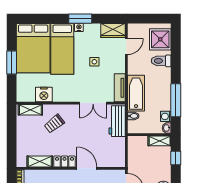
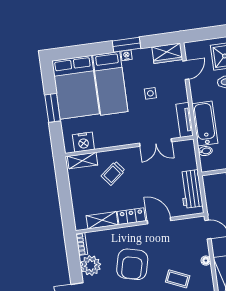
nightstand: (44, 94) -> (83, 142), moved
workbench: (117, 121) -> (191, 189), moved

